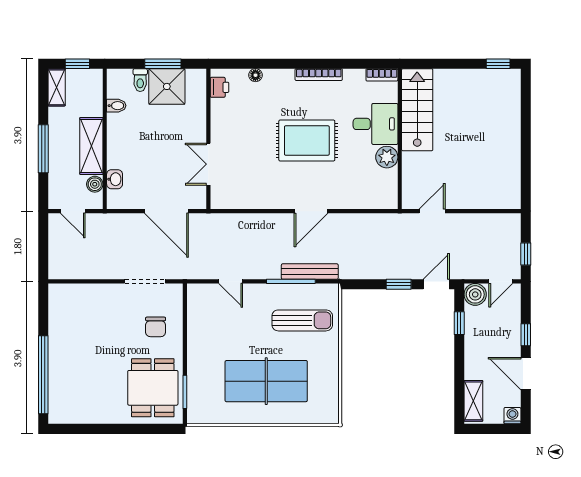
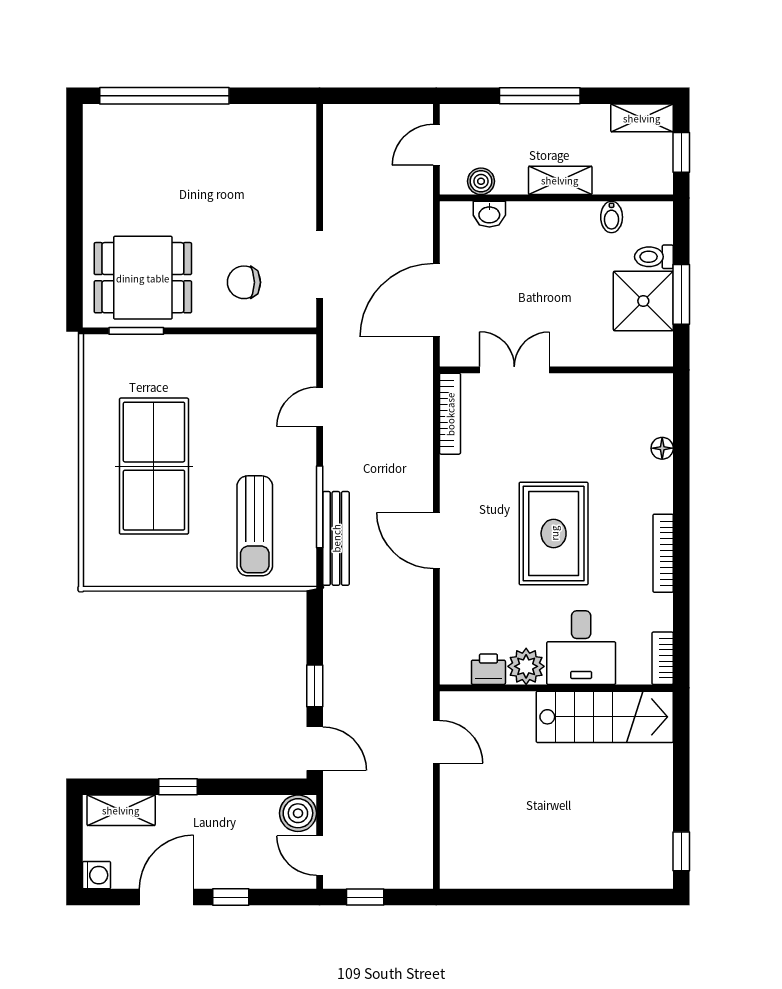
printer: (219, 87) -> (488, 669), moved, turned 180
shelving: (91, 146) -> (560, 180), width x0.67, depth x0.75
bookcase: (235, 203) -> (450, 414), added
window: (459, 323) -> (178, 787), moved

